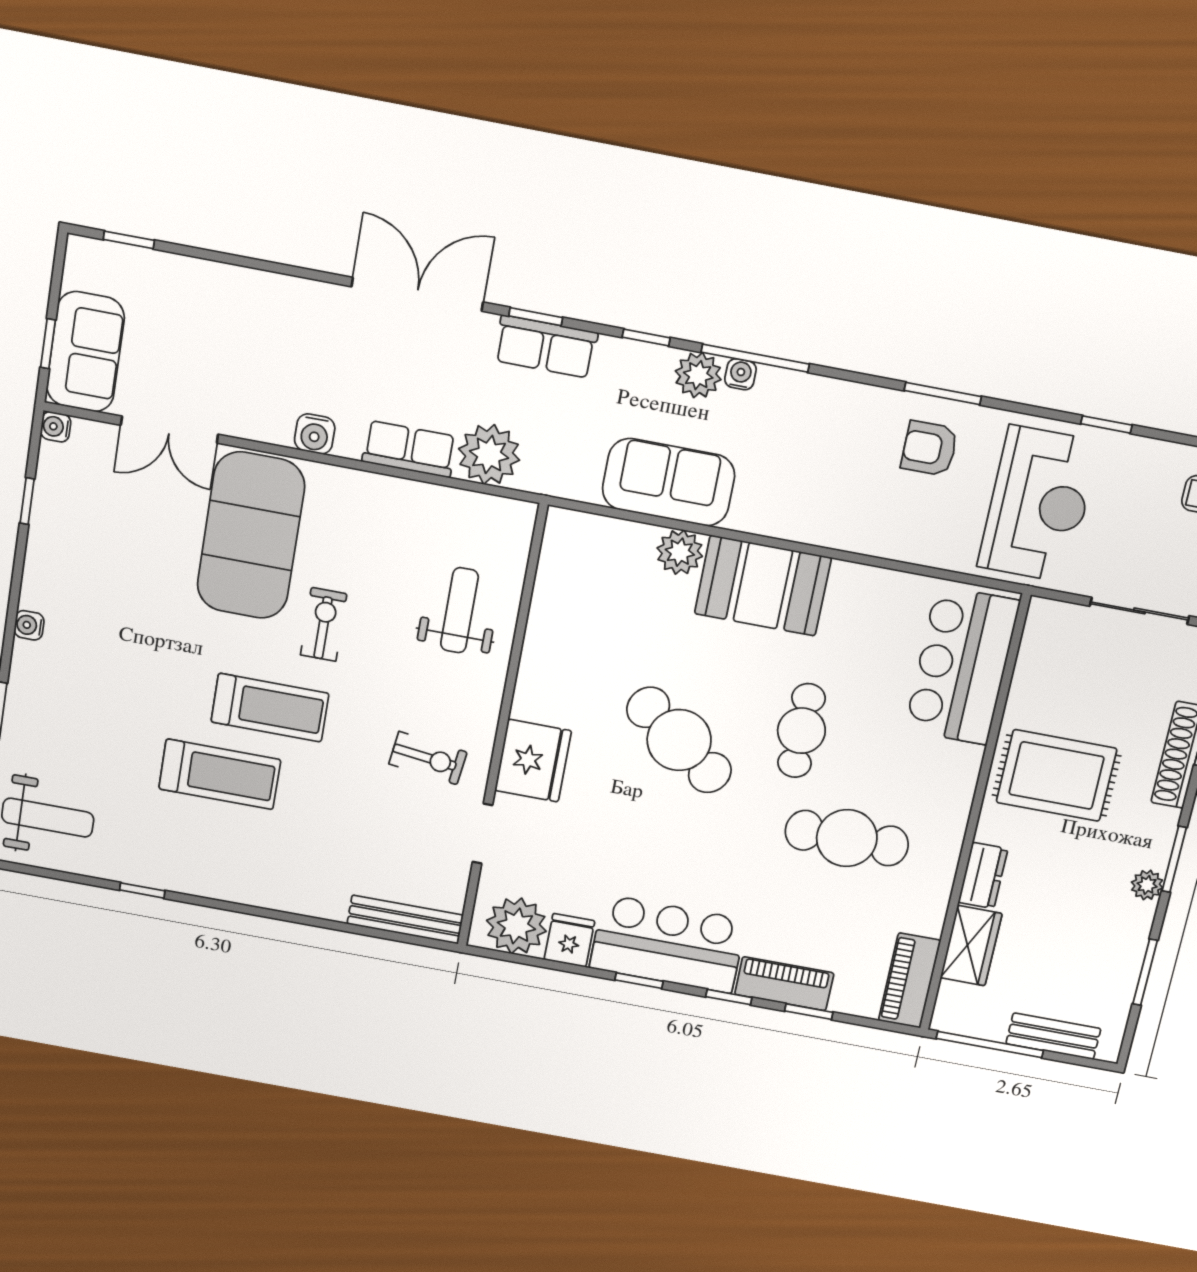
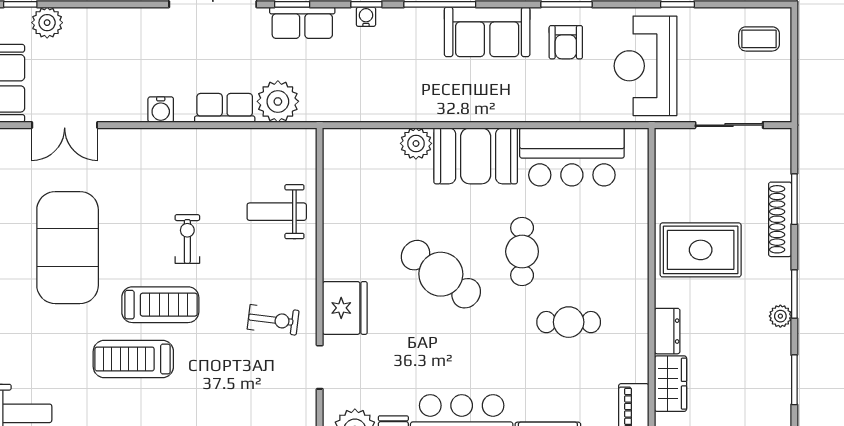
water cooler: (740, 374) -> (366, 17), moved
plant: (698, 375) -> (47, 23), moved
armchair: (929, 448) -> (566, 42), turned -90
sofa: (669, 482) -> (487, 32), moved, turned 180
reception desk: (1038, 504) -> (646, 66), turned 180
exercise mat: (251, 535) -> (68, 248), moved
weight bench: (459, 610) -> (277, 212), turned -90
bar counter: (962, 666) -> (572, 157), moved, turned -90
treadmill: (220, 774) -> (133, 359), turned 180
cafe table: (847, 838) -> (569, 322), width x0.73, depth x0.74

